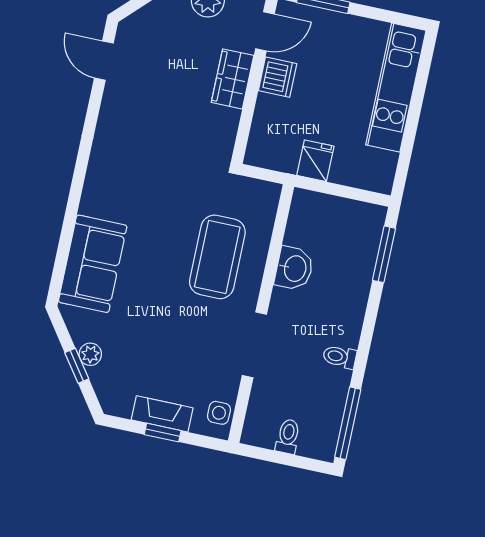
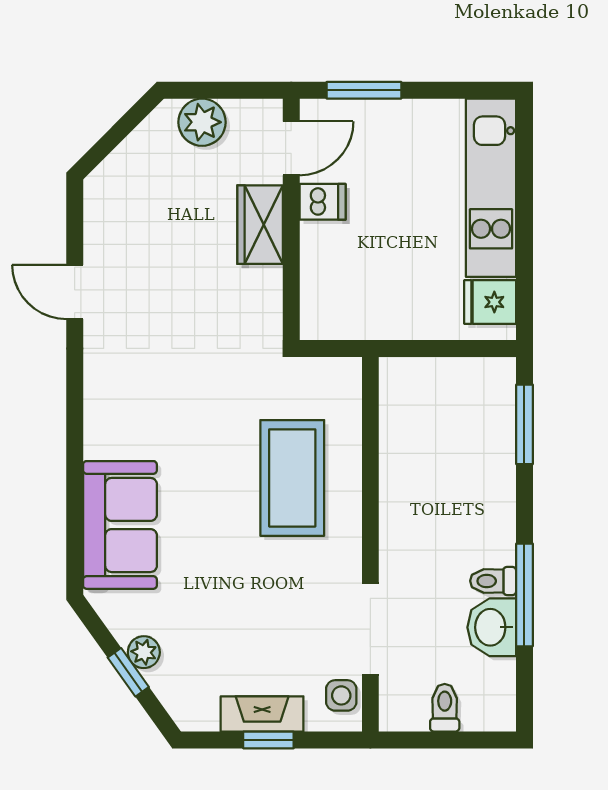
door: (104, 61) -> (75, 292), moved
dishwasher: (278, 77) -> (323, 202), width x0.73
fridge: (315, 161) -> (490, 302), moved, turned -90
washbasin: (294, 268) -> (492, 627), moved, turned 180
doorway: (254, 345) -> (370, 629), moved
window: (348, 423) -> (524, 595), moved

